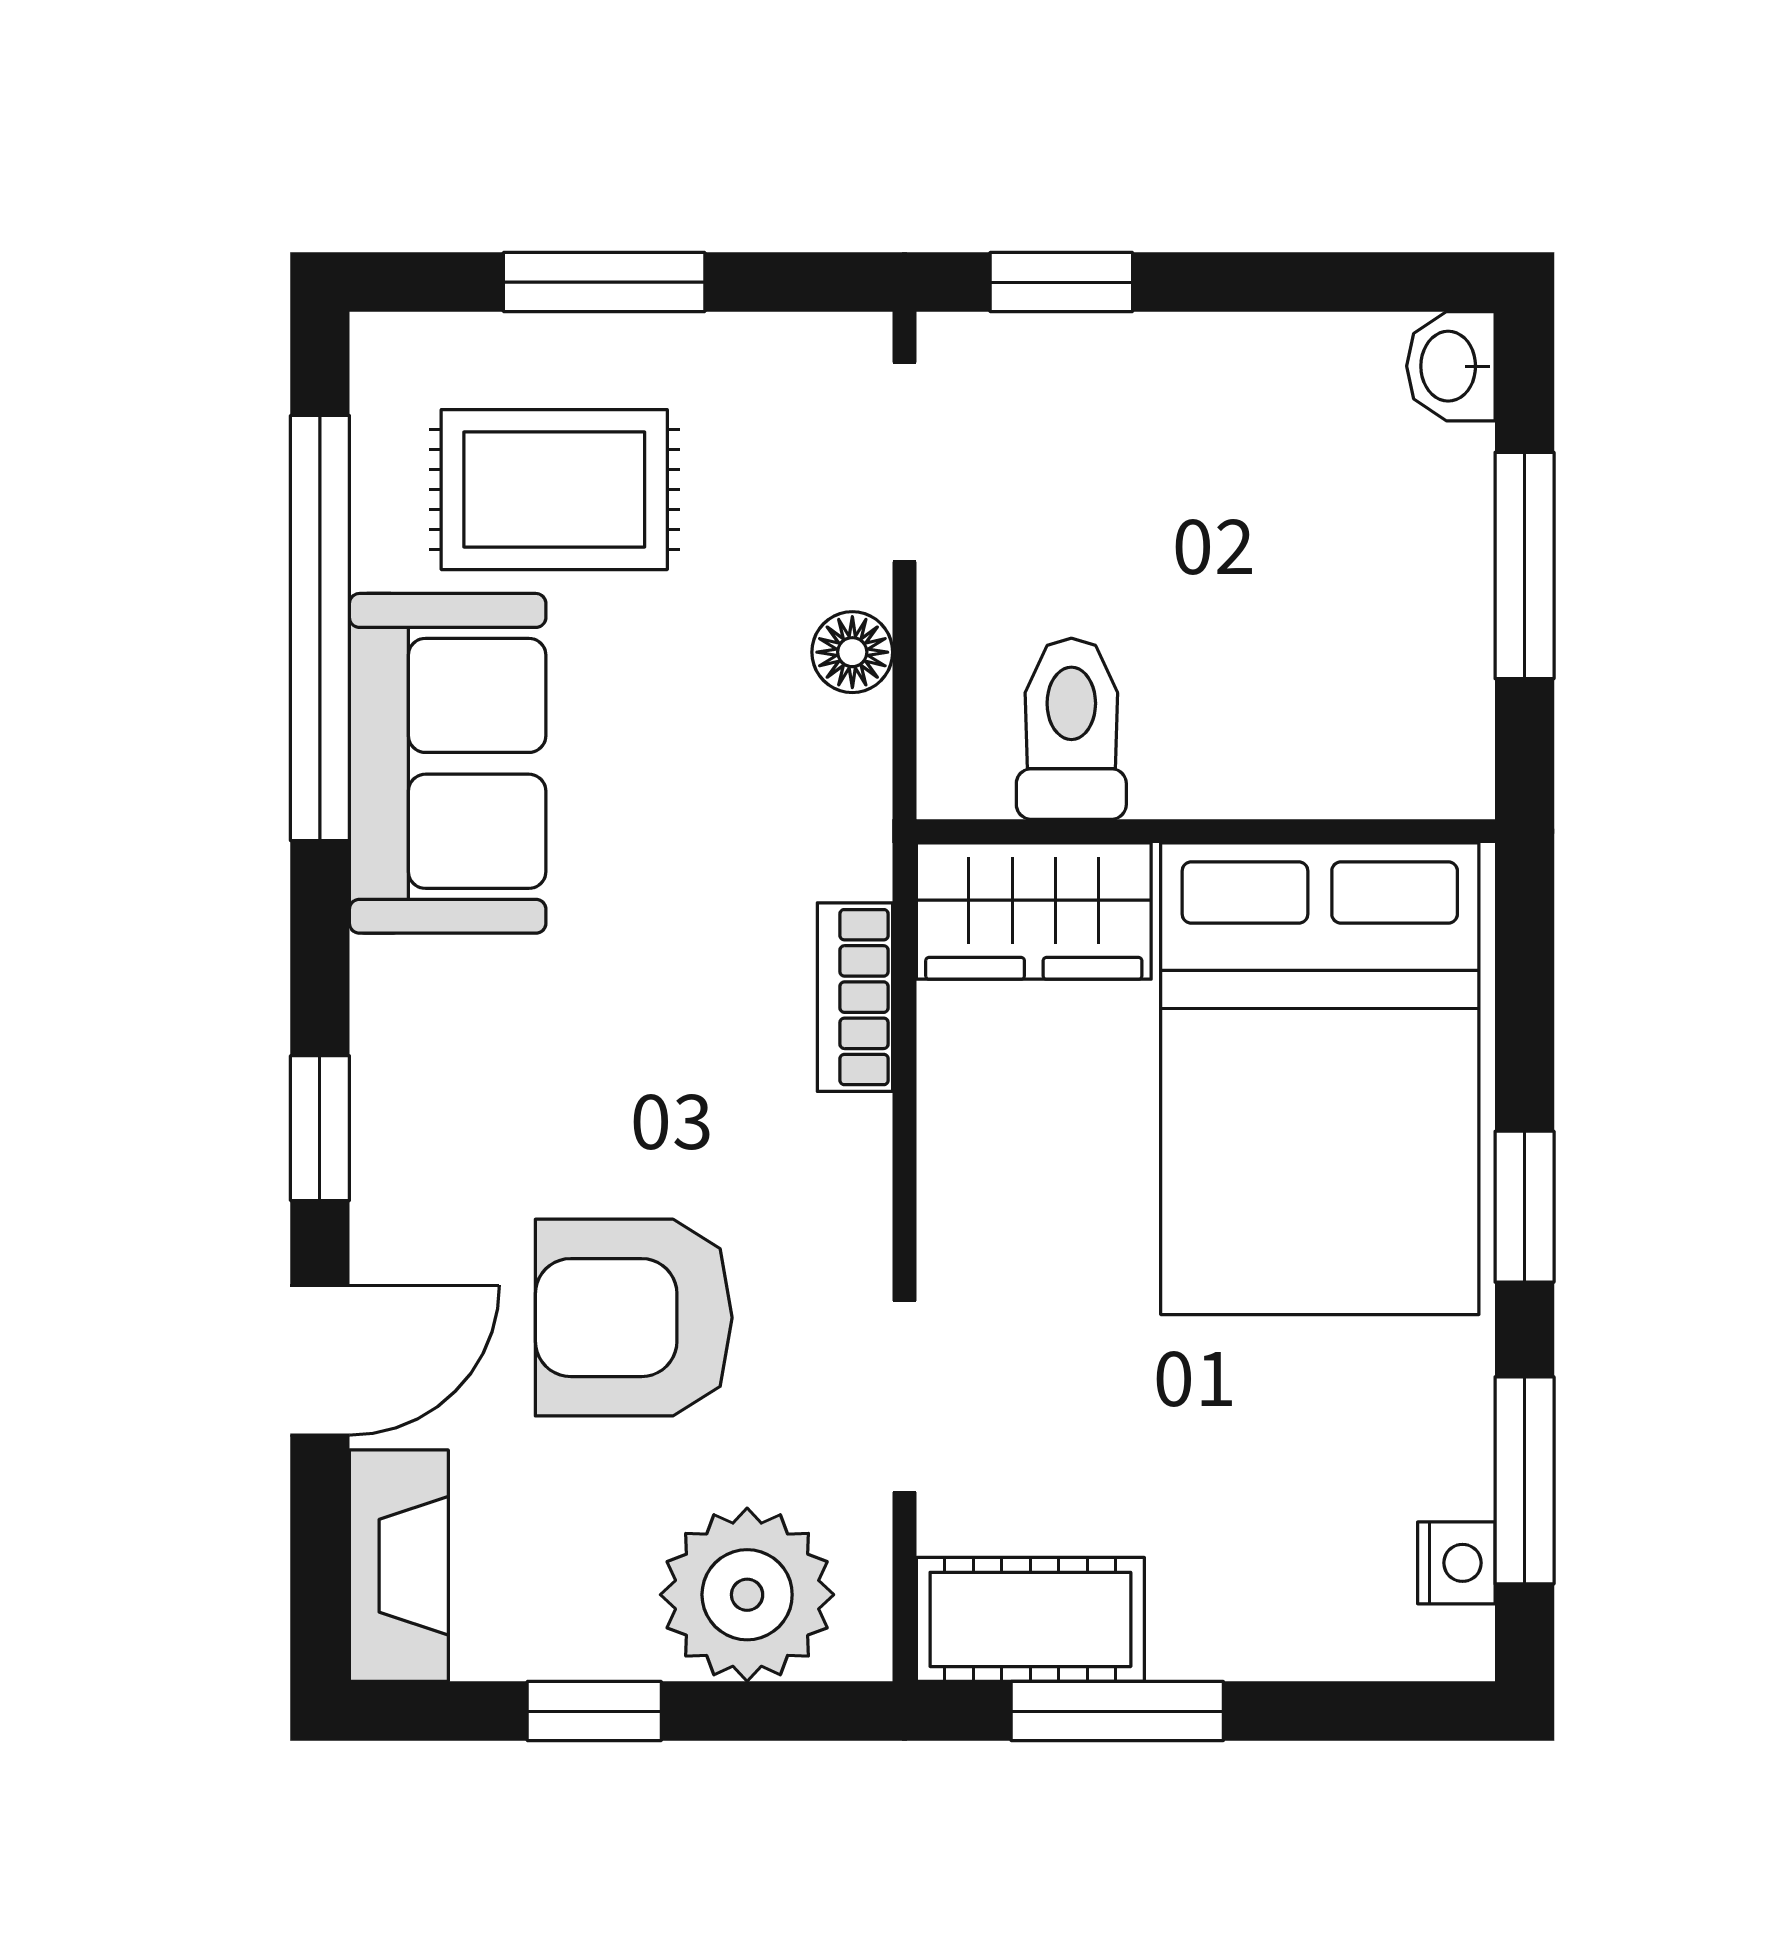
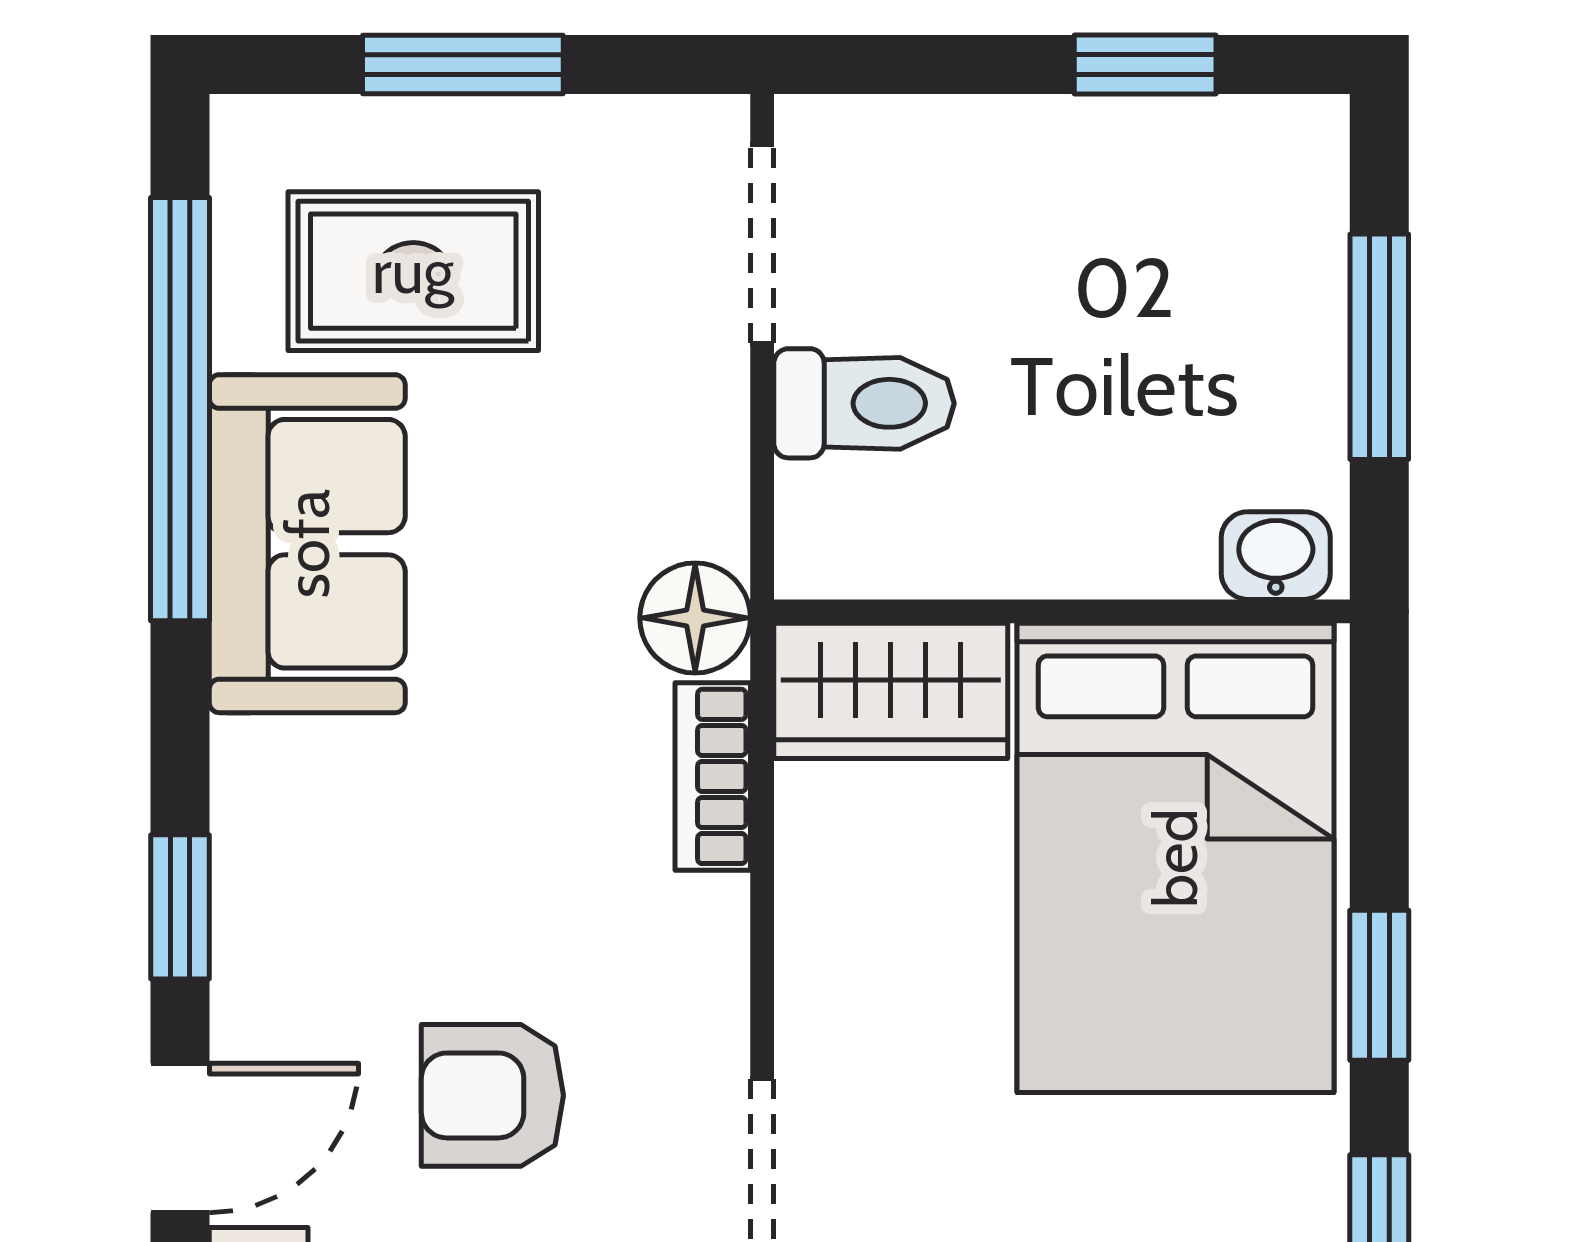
window: (1061, 282) -> (1145, 65), moved
washbasin: (1451, 366) -> (1276, 556), moved, turned 90
floor lamp: (852, 652) -> (695, 618), moved, width x1.37, depth x1.37
toilet: (1071, 729) -> (864, 403), moved, turned 90
armchair: (634, 1318) -> (492, 1095), width x0.72, depth x0.72

